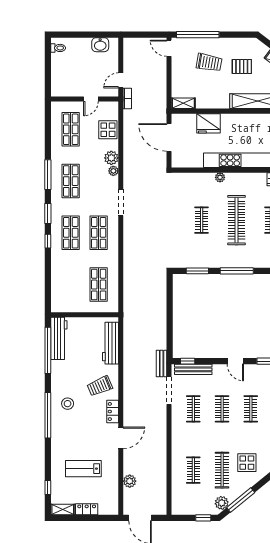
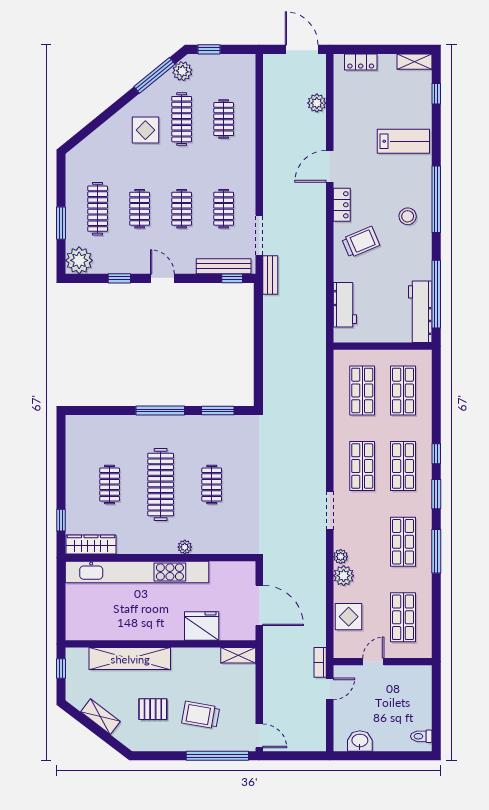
shop shelf: (71, 285) -> (403, 390), added
workbench: (110, 343) -> (345, 305), width x0.73
lab bench: (83, 469) -> (403, 141), moved
locker: (87, 509) -> (361, 62), moved

